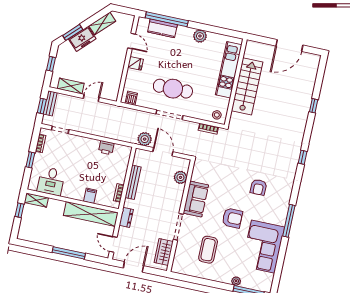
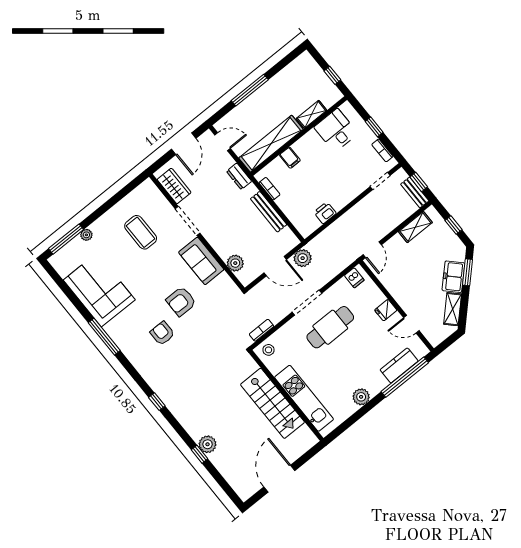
door: (91, 98) -> (372, 250), moved
plant: (304, 106) -> (208, 444), added
shelving: (36, 200) -> (312, 114), moved
armchair: (232, 218) -> (181, 301), moved

